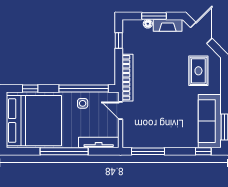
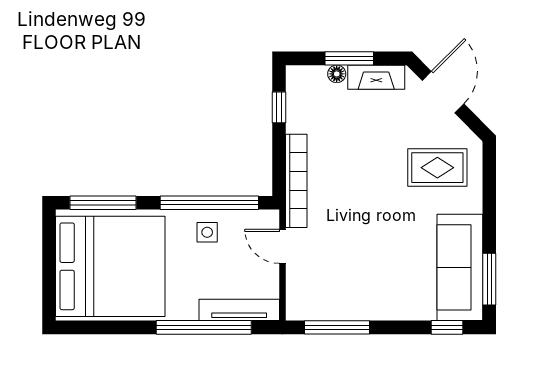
rug: (198, 71) -> (437, 168), turned 90
window: (30, 89) -> (103, 203), width x2.17
window: (64, 151) -> (204, 327), moved

